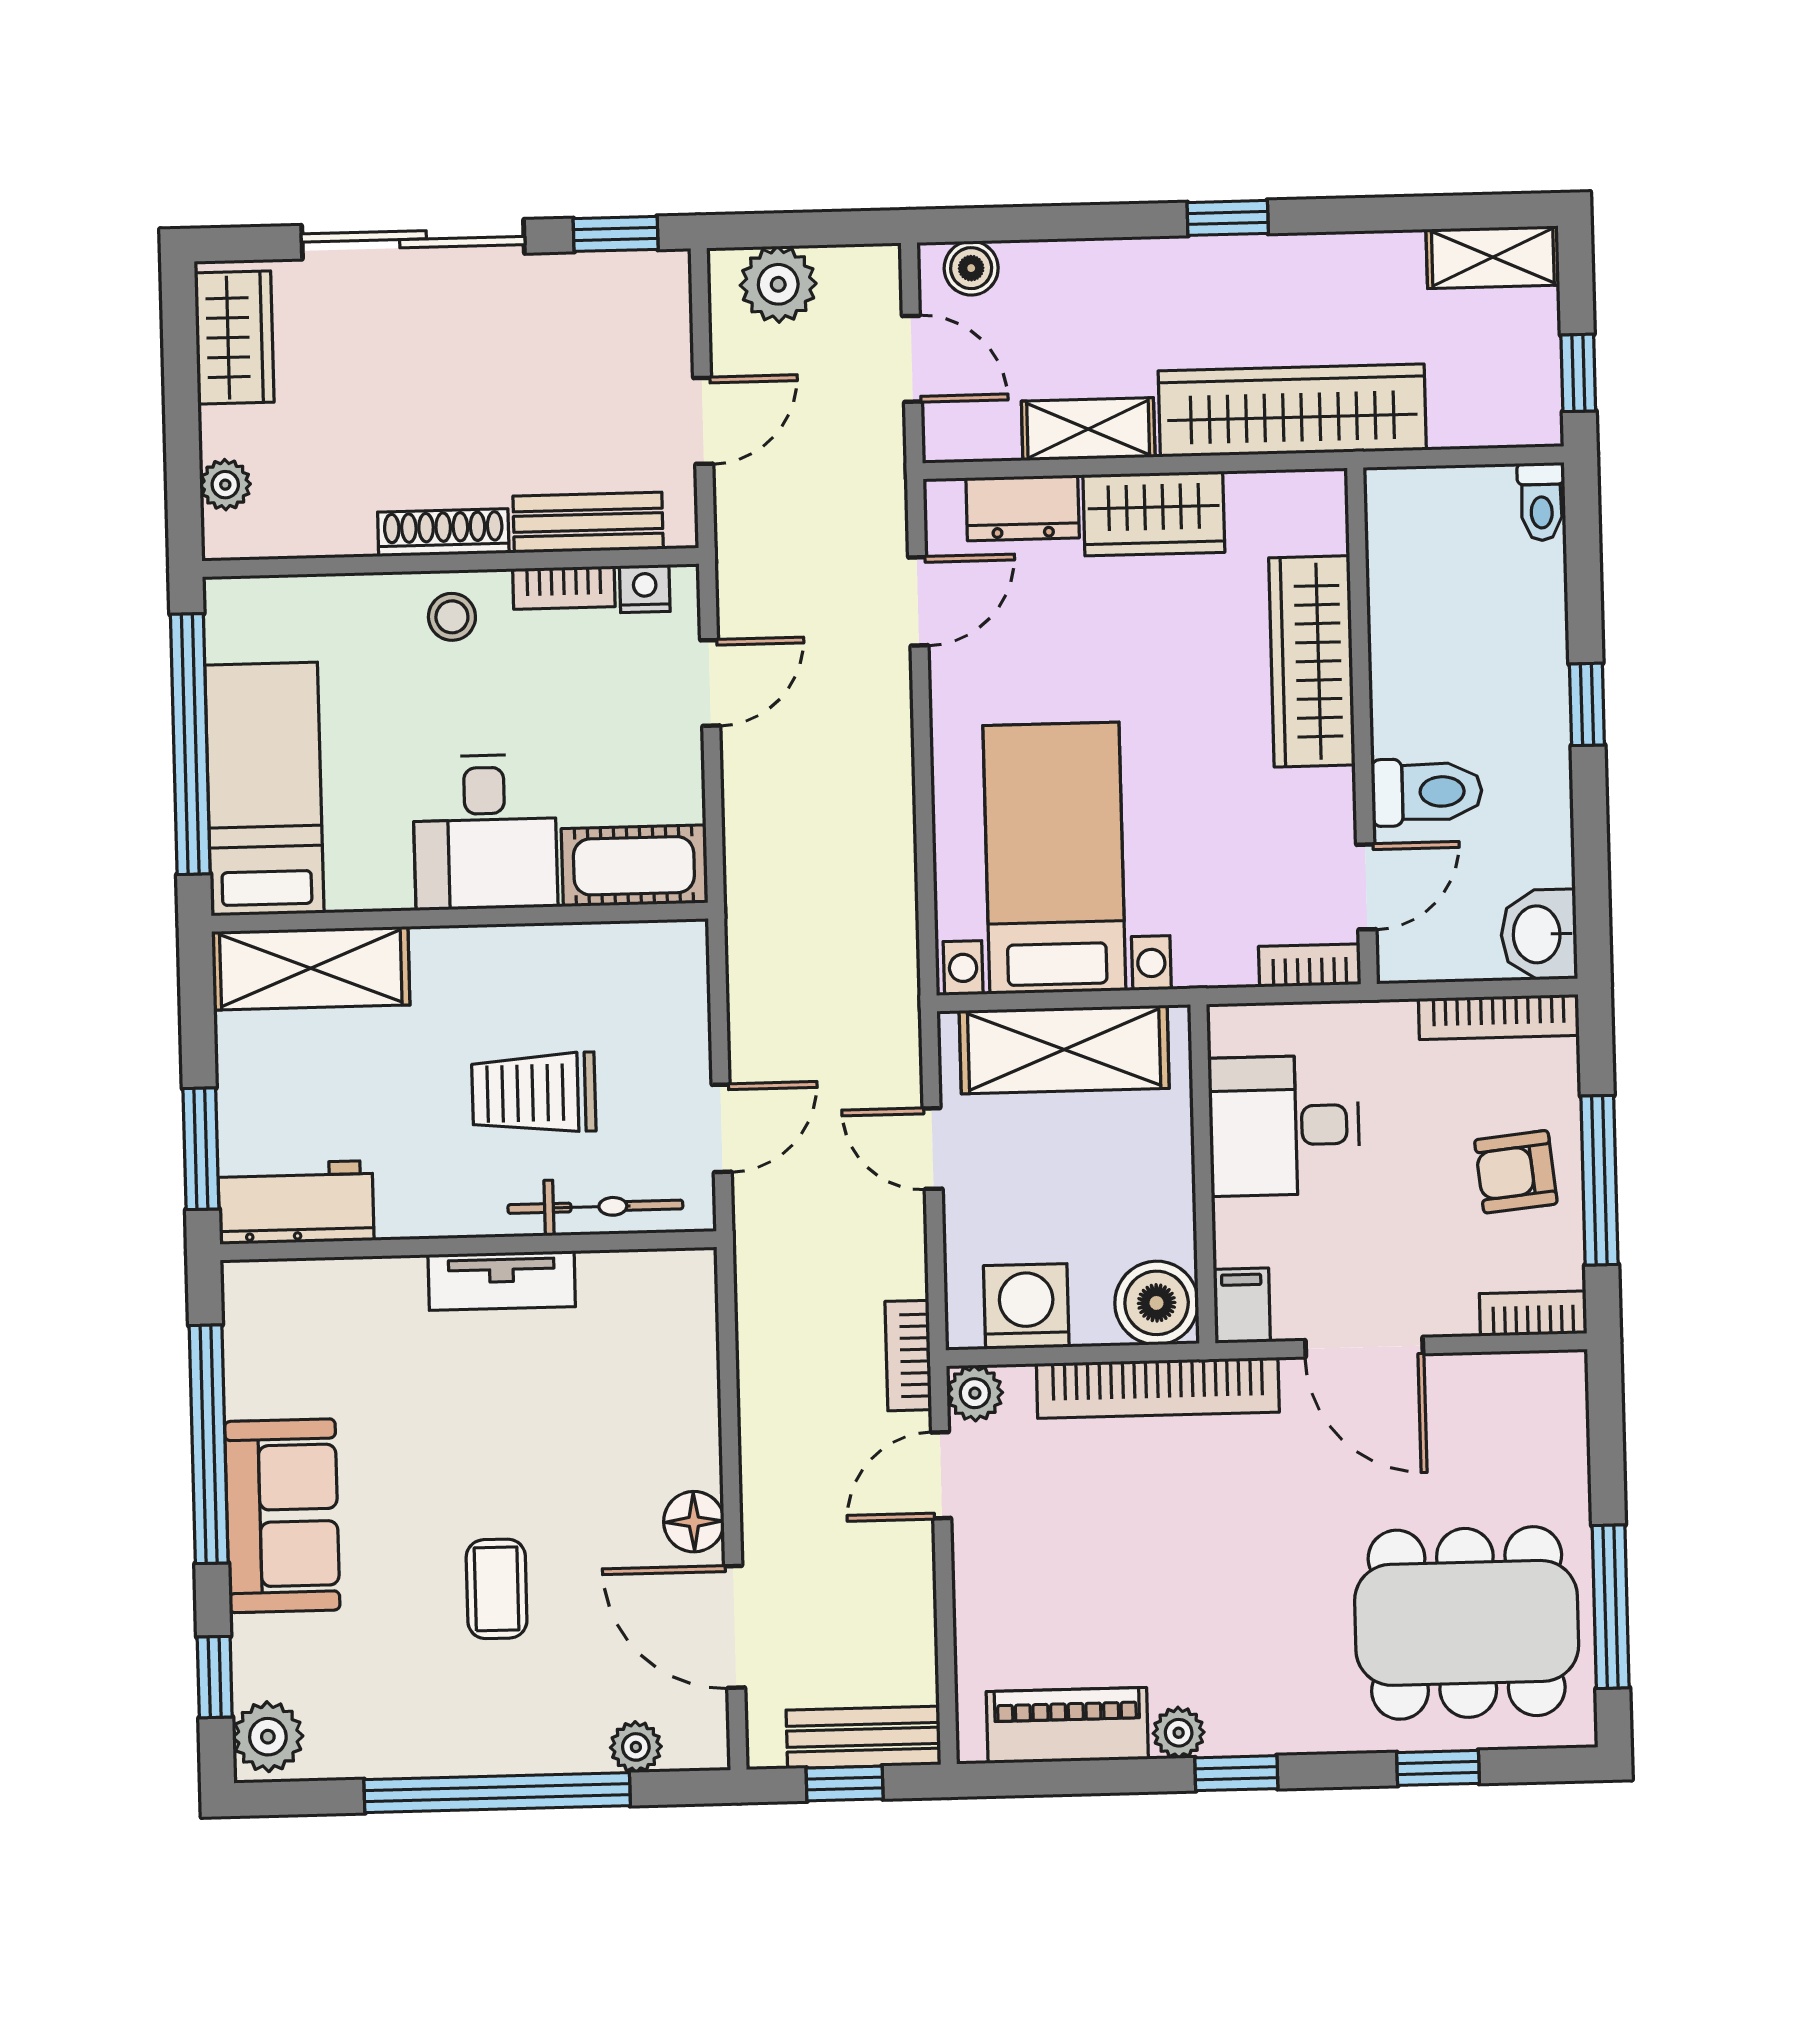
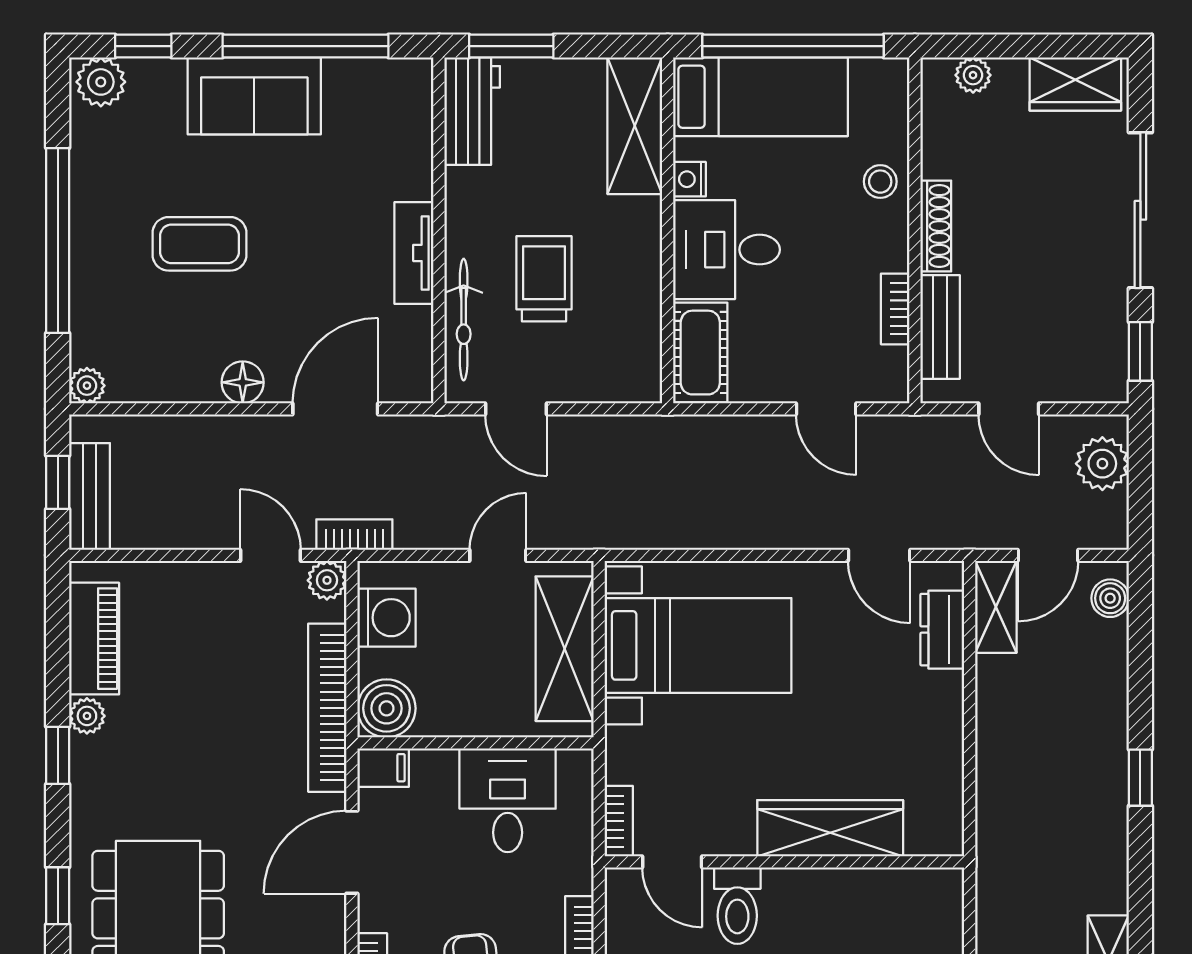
wardrobe: (1292, 410) -> (1005, 819), removed
shelving: (1088, 429) -> (996, 607), moved
wardrobe: (1154, 514) -> (936, 721), removed
nightstand: (645, 589) -> (689, 179), moved, turned 180
stool: (452, 617) -> (880, 182), moved
coffee table: (497, 1589) -> (199, 244), width x1.36, depth x1.30
door: (735, 1627) -> (335, 409), moved
plant: (636, 1747) -> (87, 386), moved

